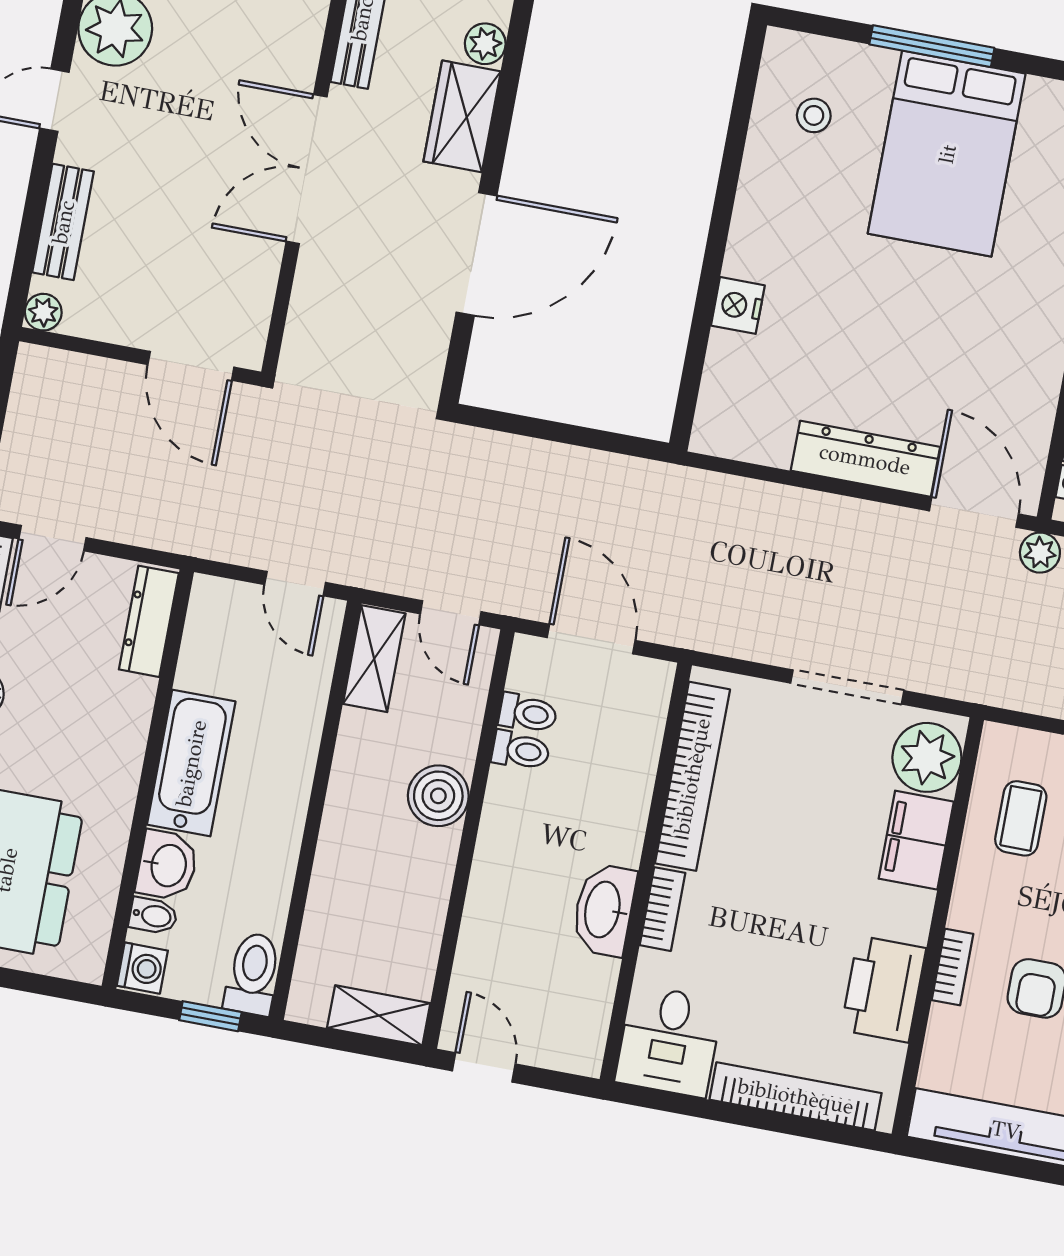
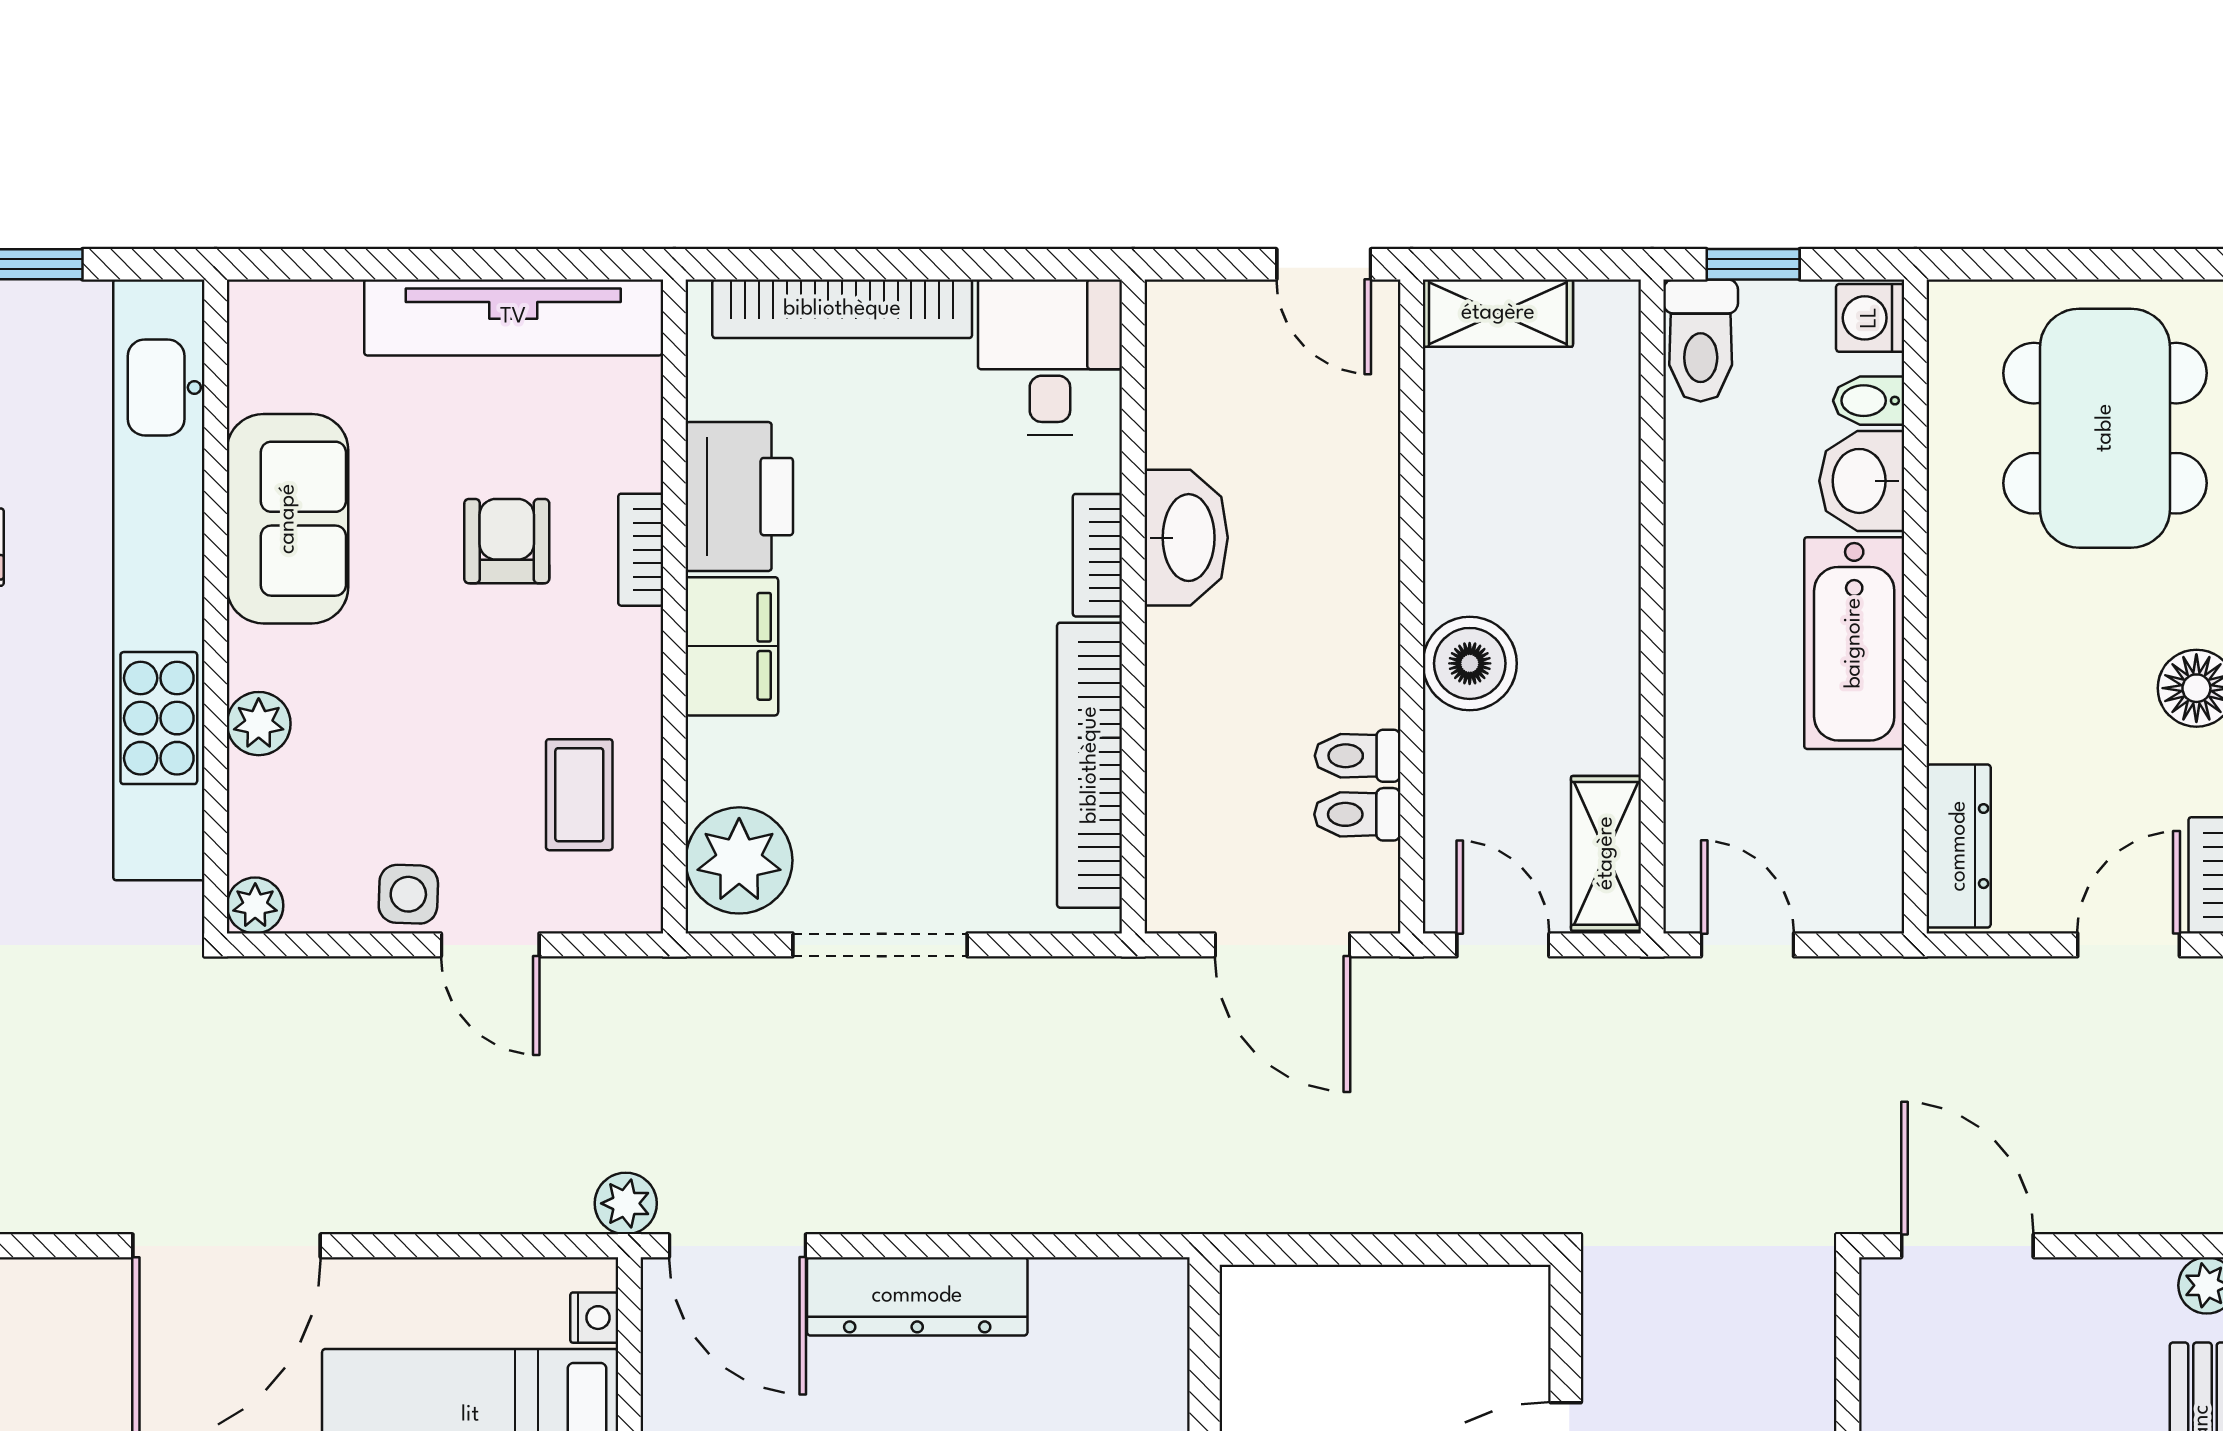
filing cabinet: (916, 840) -> (732, 646), moved

